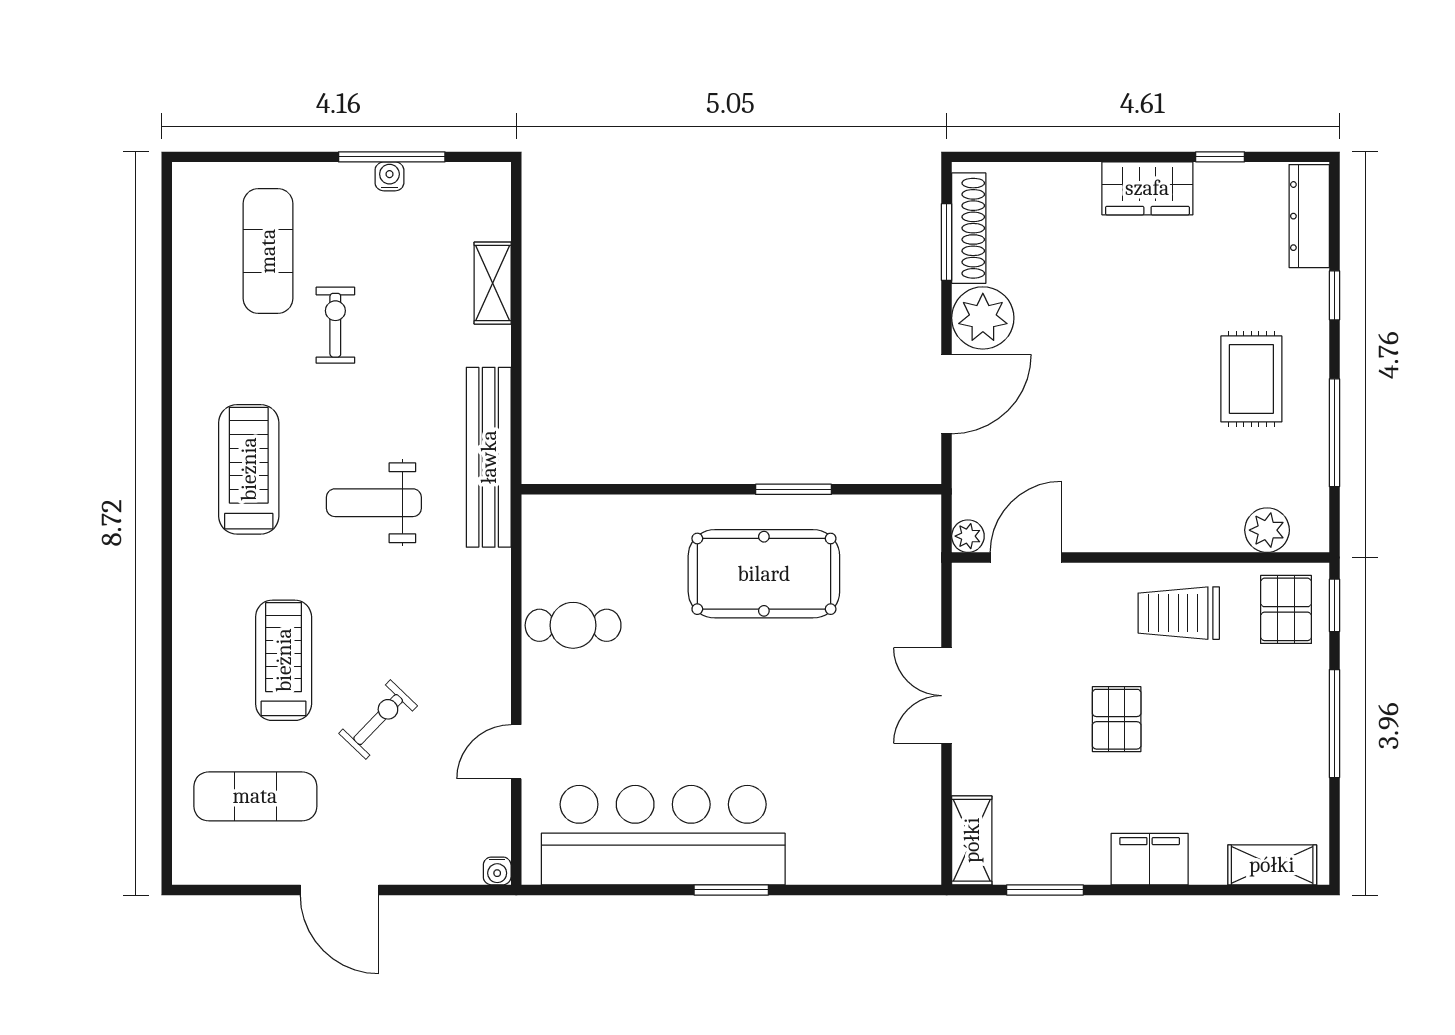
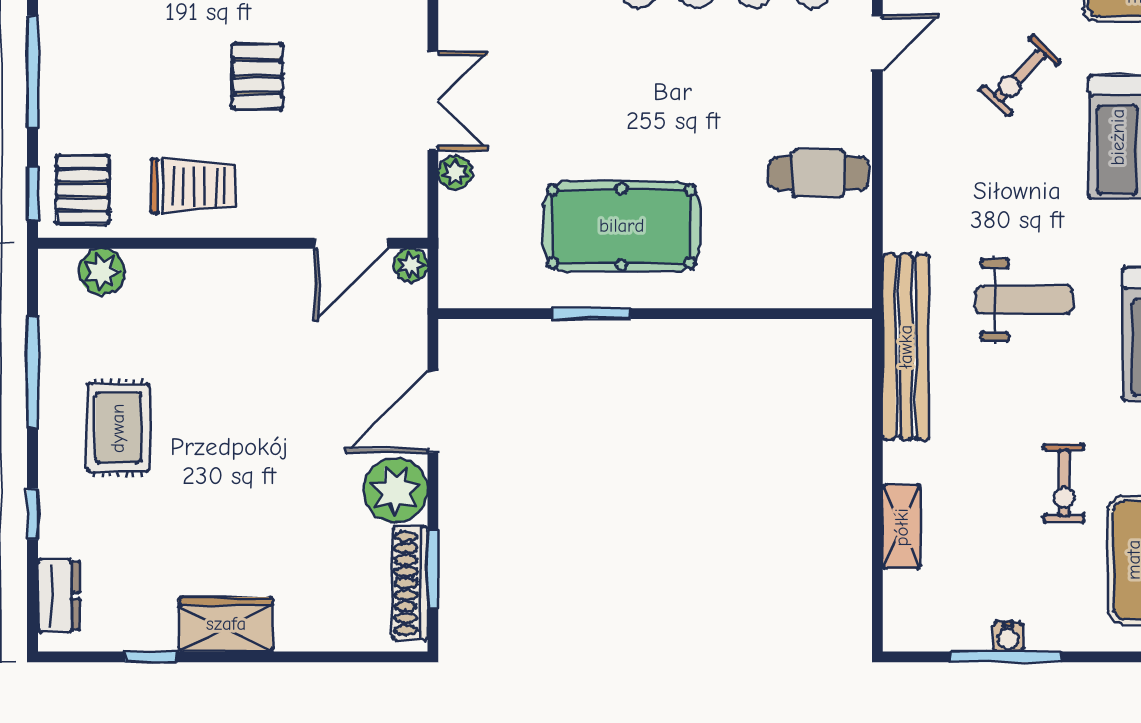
dresser: (1309, 216) -> (59, 596), width x0.70
plant: (925, 626) -> (455, 173), added

